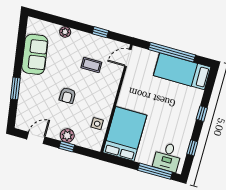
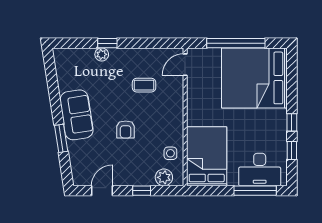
window: (100, 32) -> (107, 43), moved
sofa: (35, 54) -> (77, 115), moved
bed: (182, 71) -> (254, 78), width x2.04
window: (202, 114) -> (292, 122), moved
plant: (67, 136) -> (164, 177), moved
desk: (167, 157) -> (260, 170), width x1.37

